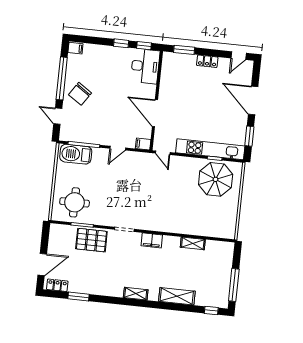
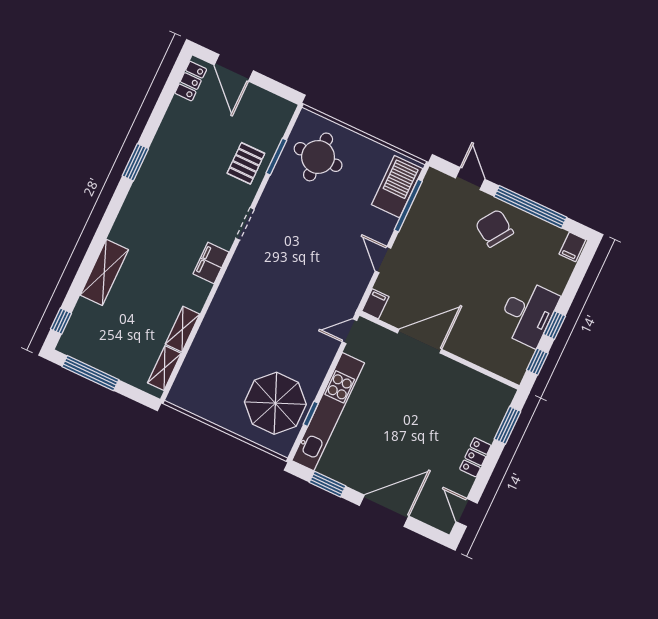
desk: (145, 66) -> (528, 313), moved, turned -90
door: (58, 116) -> (470, 179), hinge flipped
pallet: (91, 240) -> (246, 163), width x0.67, depth x0.71
shelving: (136, 294) -> (164, 368), moved
window: (78, 297) -> (135, 162), moved

